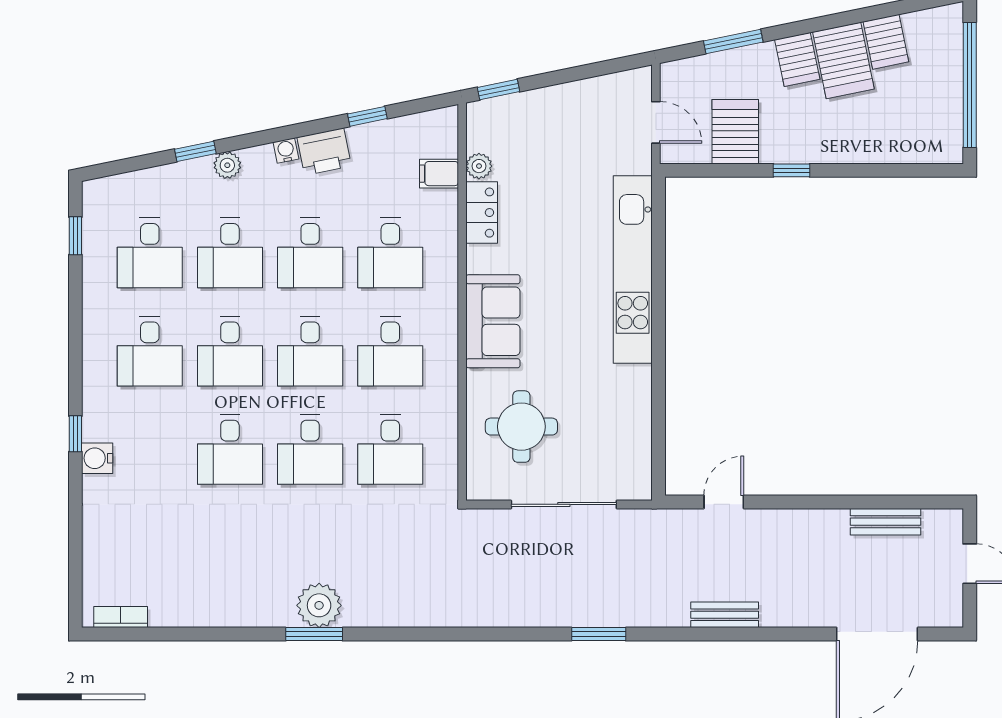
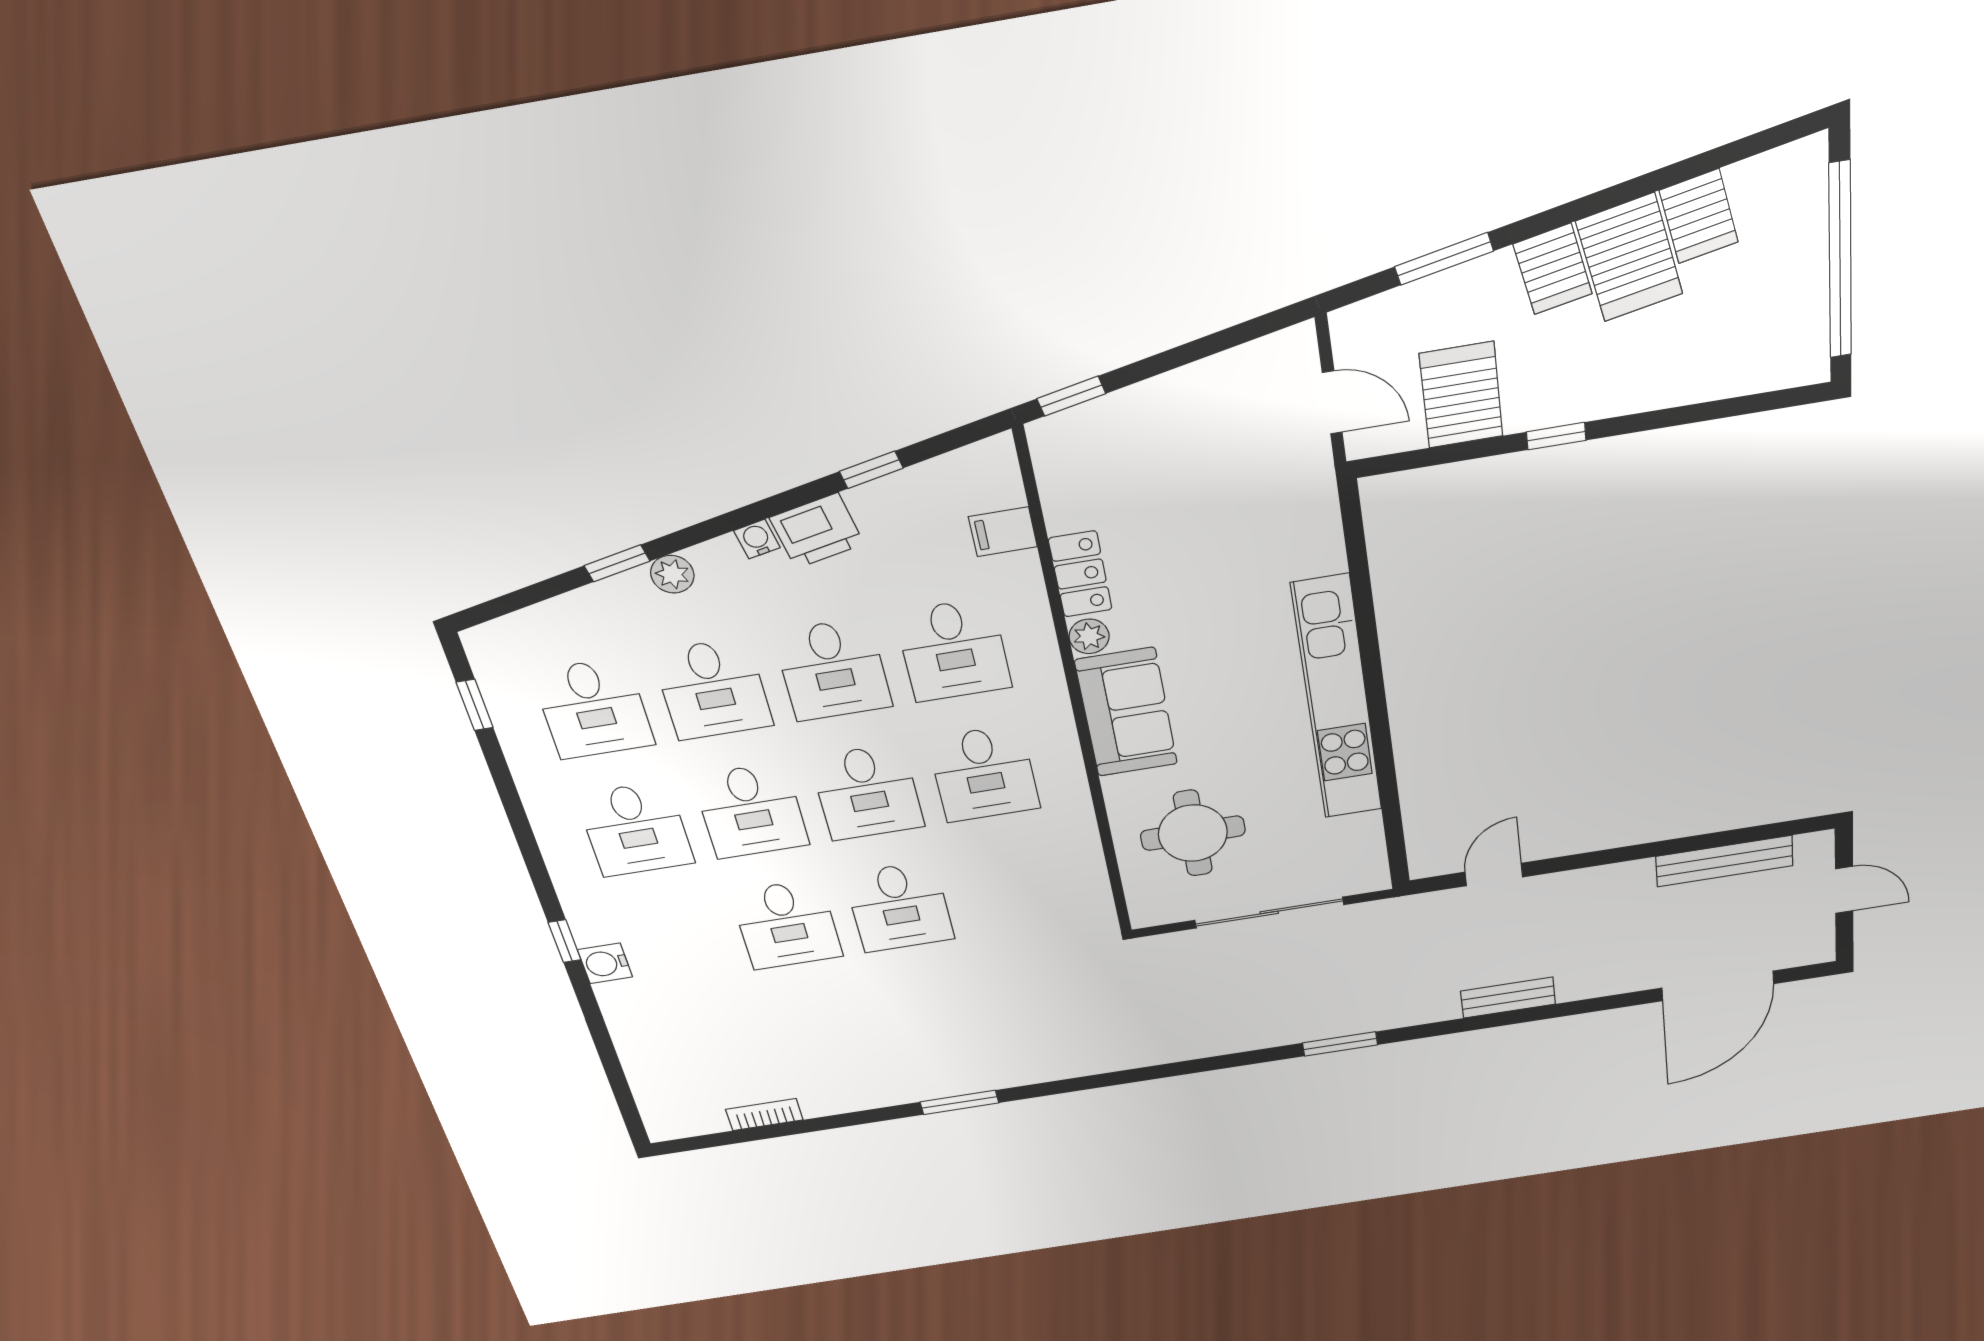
plant: (479, 166) -> (1089, 636), moved
kitchen unit: (633, 269) -> (1337, 699), moved
desk: (390, 449) -> (1012, 889), removed
bench: (886, 522) -> (1724, 861), width x1.36
plant: (319, 605) -> (958, 1072), removed
bookcase: (121, 617) -> (764, 1115), moved

